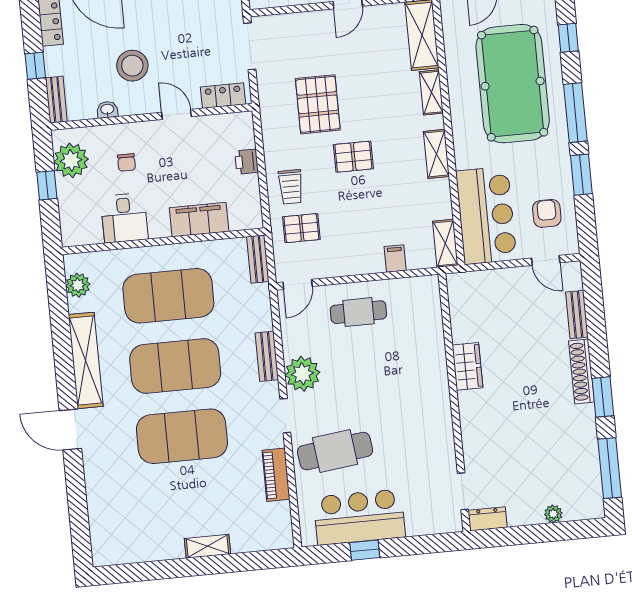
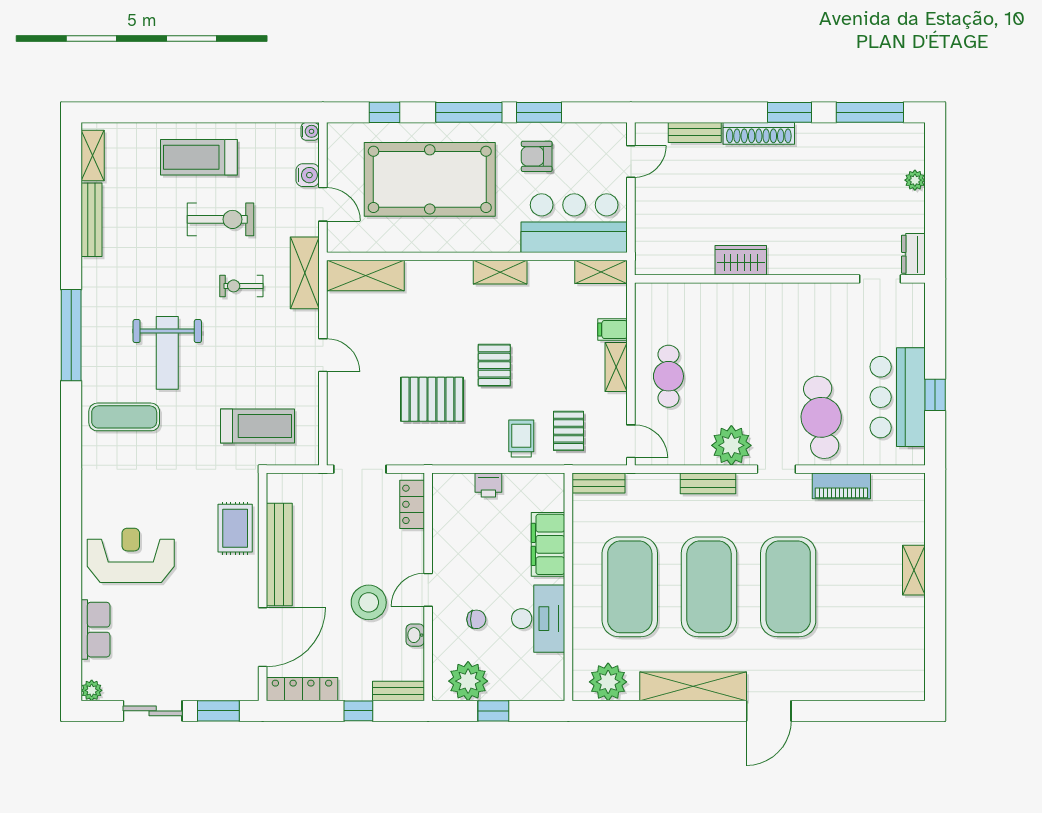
shelving: (431, 92) -> (616, 367), moved, turned 90
door: (177, 114) -> (428, 590), moved
trolley: (291, 187) -> (521, 438), turned -90
armchair: (547, 213) -> (537, 156), moved
desk: (124, 218) -> (538, 619), width x1.37
plant: (78, 285) -> (608, 682), width x1.36, depth x1.36

